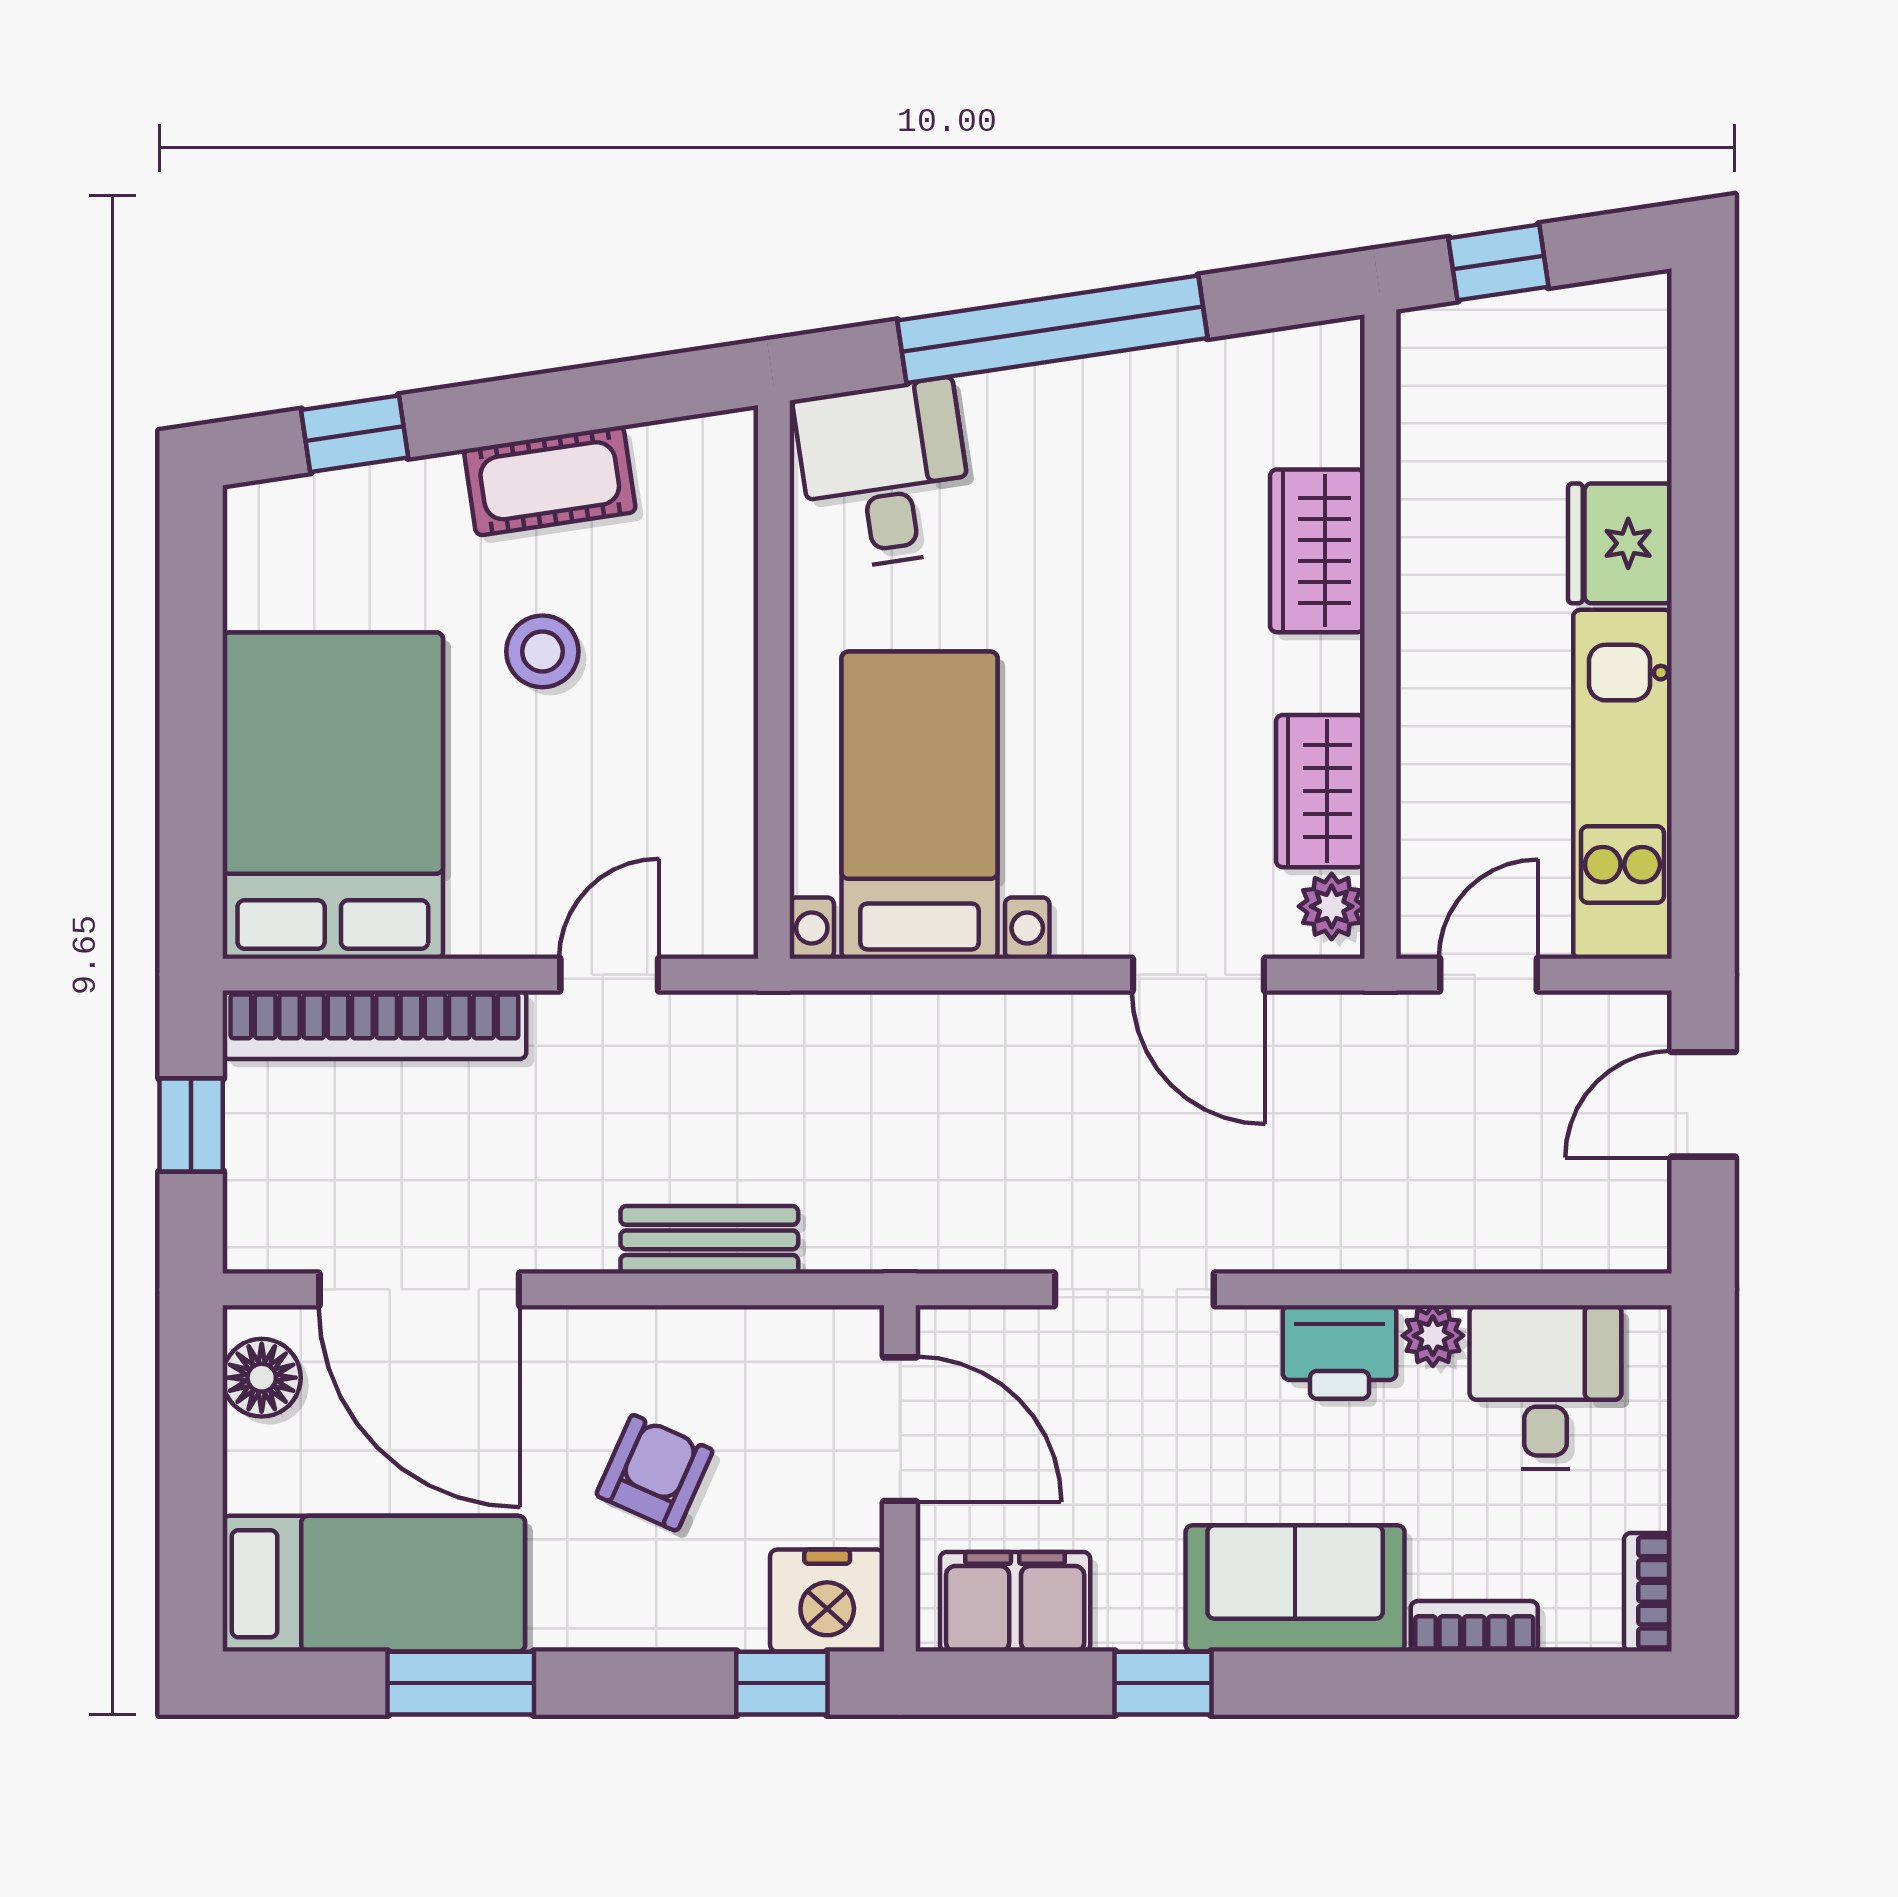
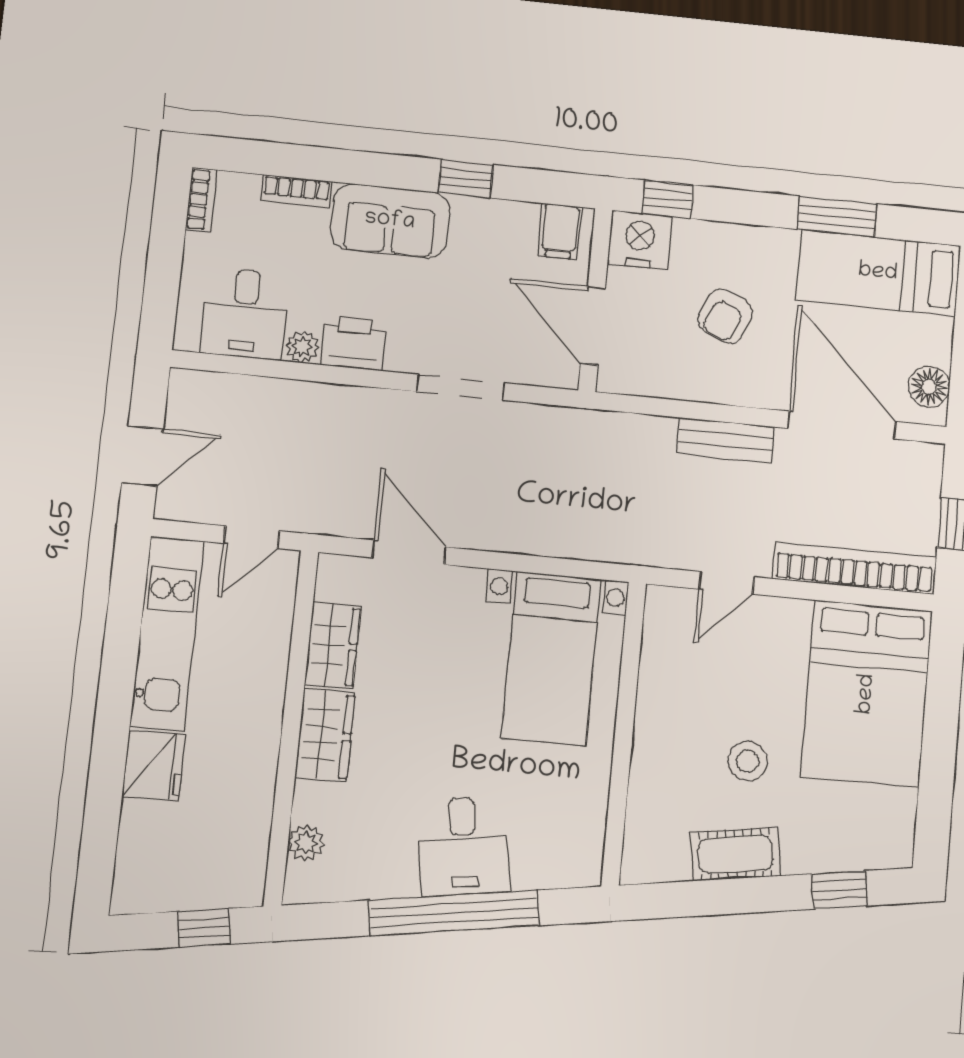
desk: (885, 474) -> (463, 846), moved
wardrobe: (1317, 551) -> (325, 735), moved
plant: (1332, 906) -> (306, 843), moved
bench: (709, 1240) -> (726, 440), moved
filing cabinet: (1015, 1602) -> (560, 231), width x0.50

